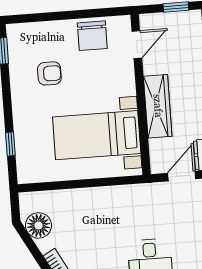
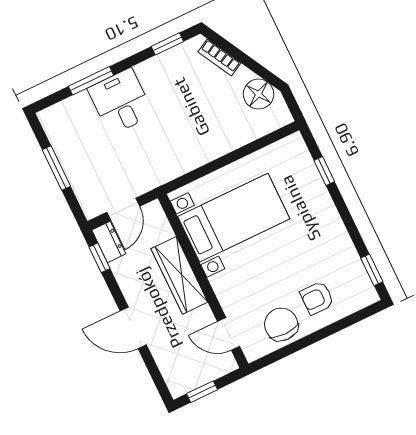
door: (137, 45) -> (229, 334), hinge flipped
armchair: (49, 73) -> (317, 298), moved

